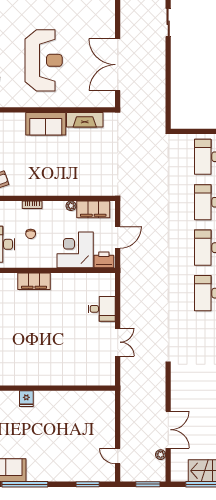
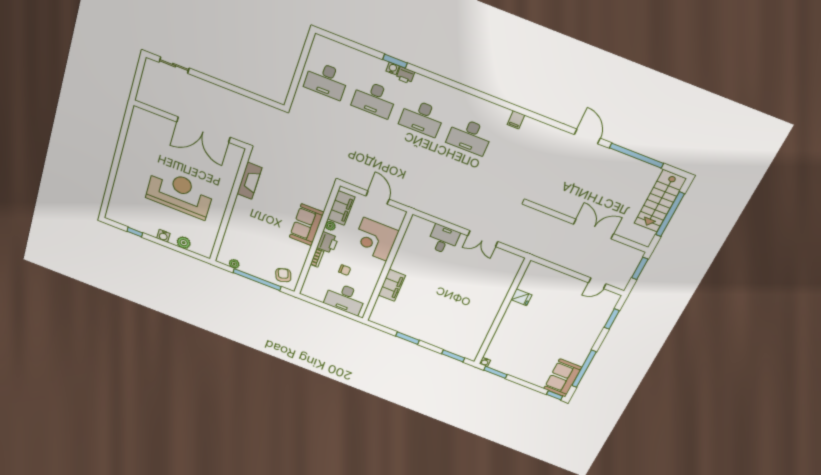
sofa: (46, 124) -> (307, 225), moved, turned 180
printer: (104, 260) -> (327, 243), moved, turned 180
double door: (118, 342) -> (483, 239), swing flipped
fridge: (26, 399) -> (521, 297), moved
plant: (161, 455) -> (616, 246), removed

